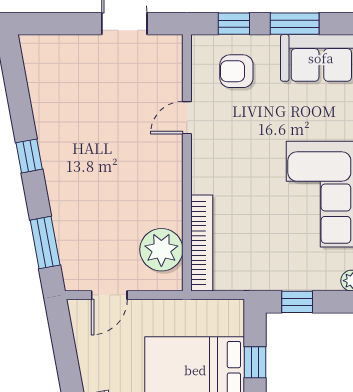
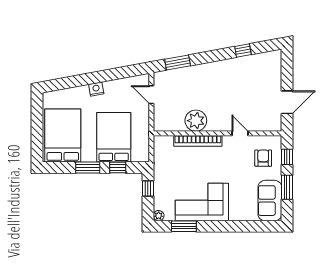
window: (29, 156) -> (243, 50), moved
bookcase: (202, 243) -> (198, 141), moved
plant: (161, 250) -> (196, 121), moved

